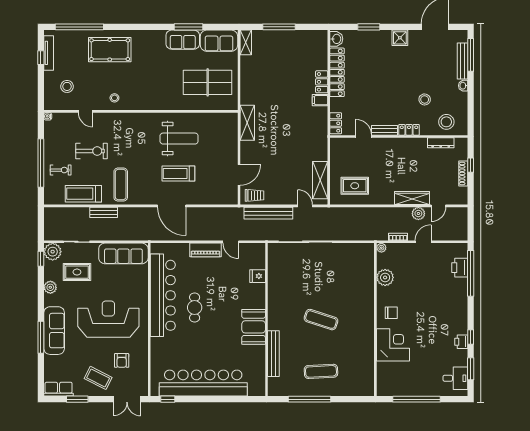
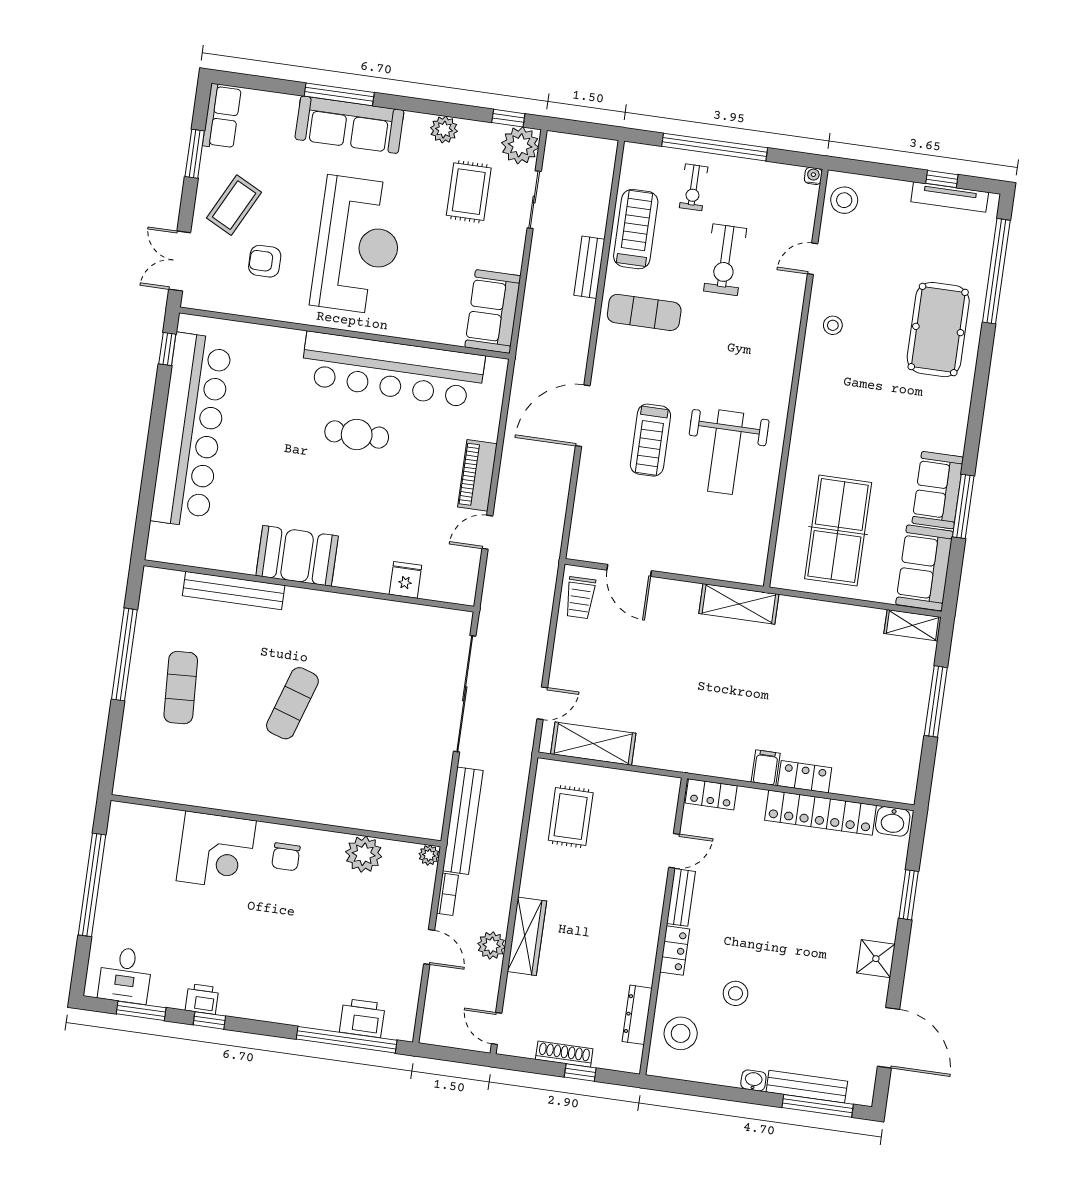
stool: (67, 86) -> (844, 200), moved
treadmill: (178, 173) -> (650, 440), turned 180
door: (438, 206) -> (497, 1029), moved
bench: (268, 213) -> (463, 821), moved
sofa: (123, 253) -> (493, 312), width x0.73

